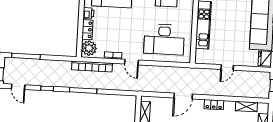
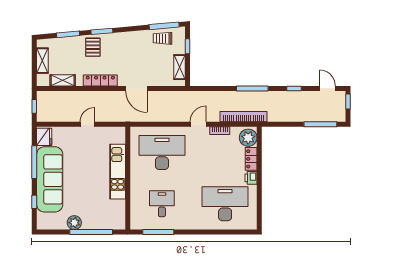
door: (132, 62) -> (198, 124), hinge flipped
door: (183, 96) -> (136, 88), swing flipped
locker: (214, 105) -> (100, 80), width x1.53

